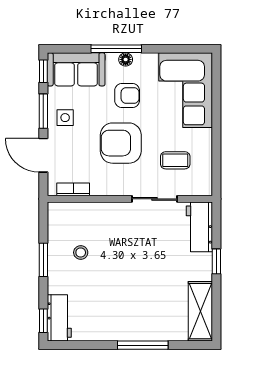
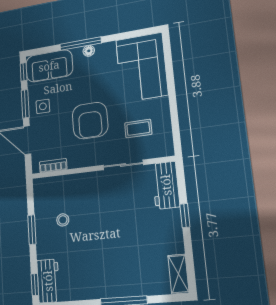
armchair: (127, 95) -> (92, 80), removed
armchair: (121, 143) -> (90, 121), turned -90
shelving: (200, 311) -> (178, 274), width x0.67, depth x0.75

